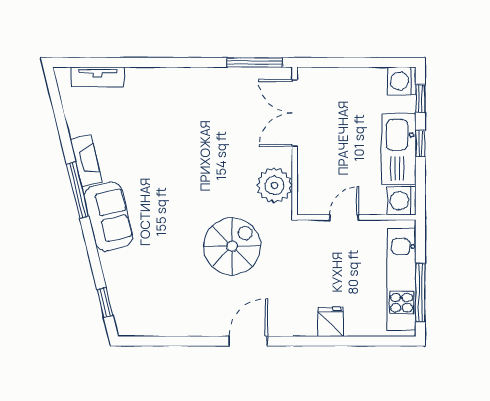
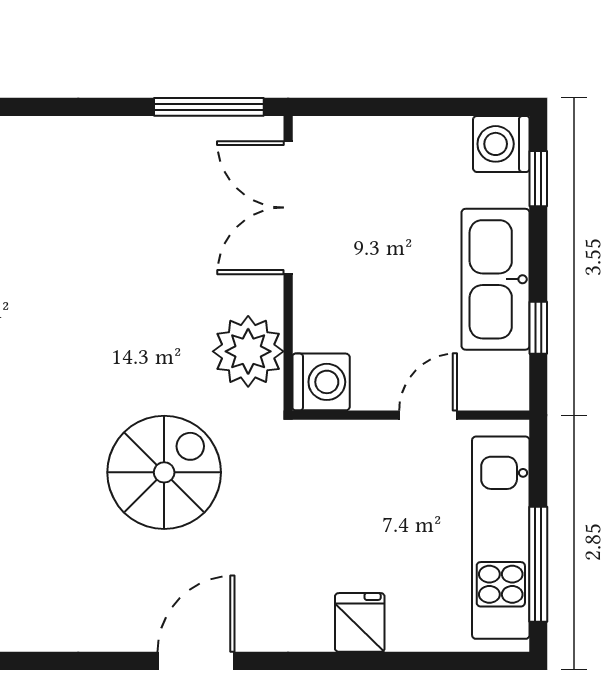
window: (420, 143) -> (538, 328), moved
washing machine: (402, 201) -> (321, 382), moved, turned 180
door: (344, 217) -> (428, 415), moved

